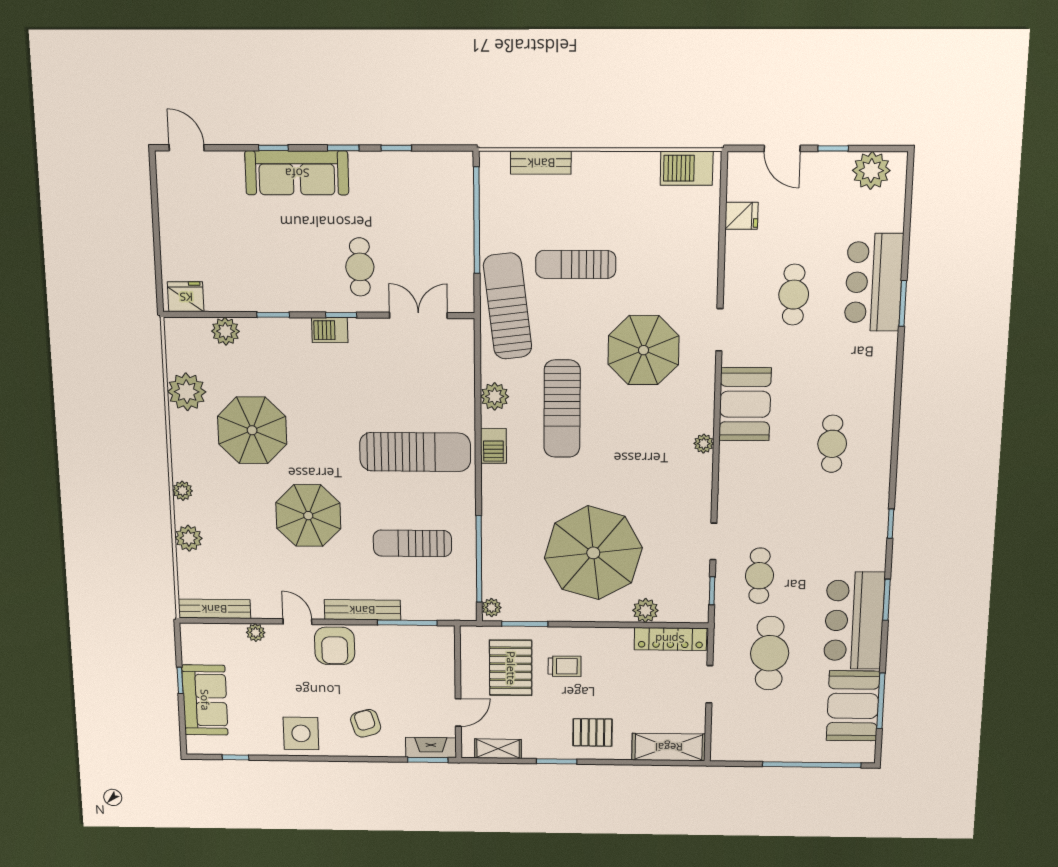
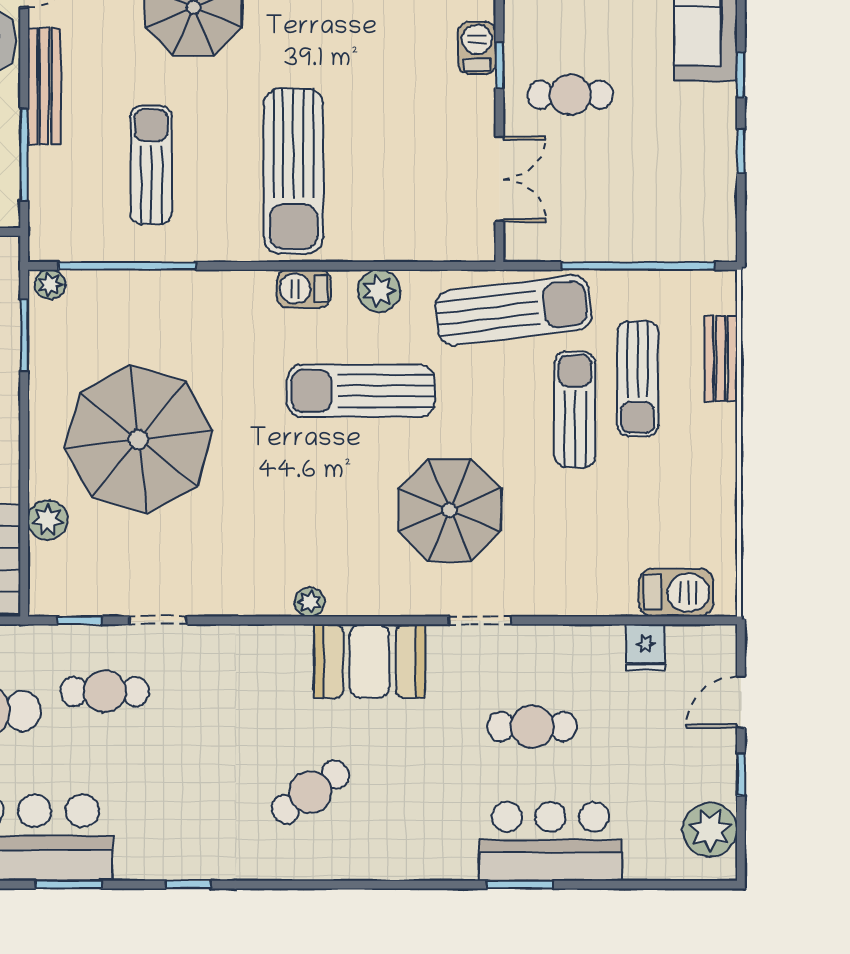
barbecue: (687, 168) -> (676, 592), moved, turned 90
sun lounger: (555, 221) -> (638, 379), added
cafe table: (832, 444) -> (310, 792), turned -34

